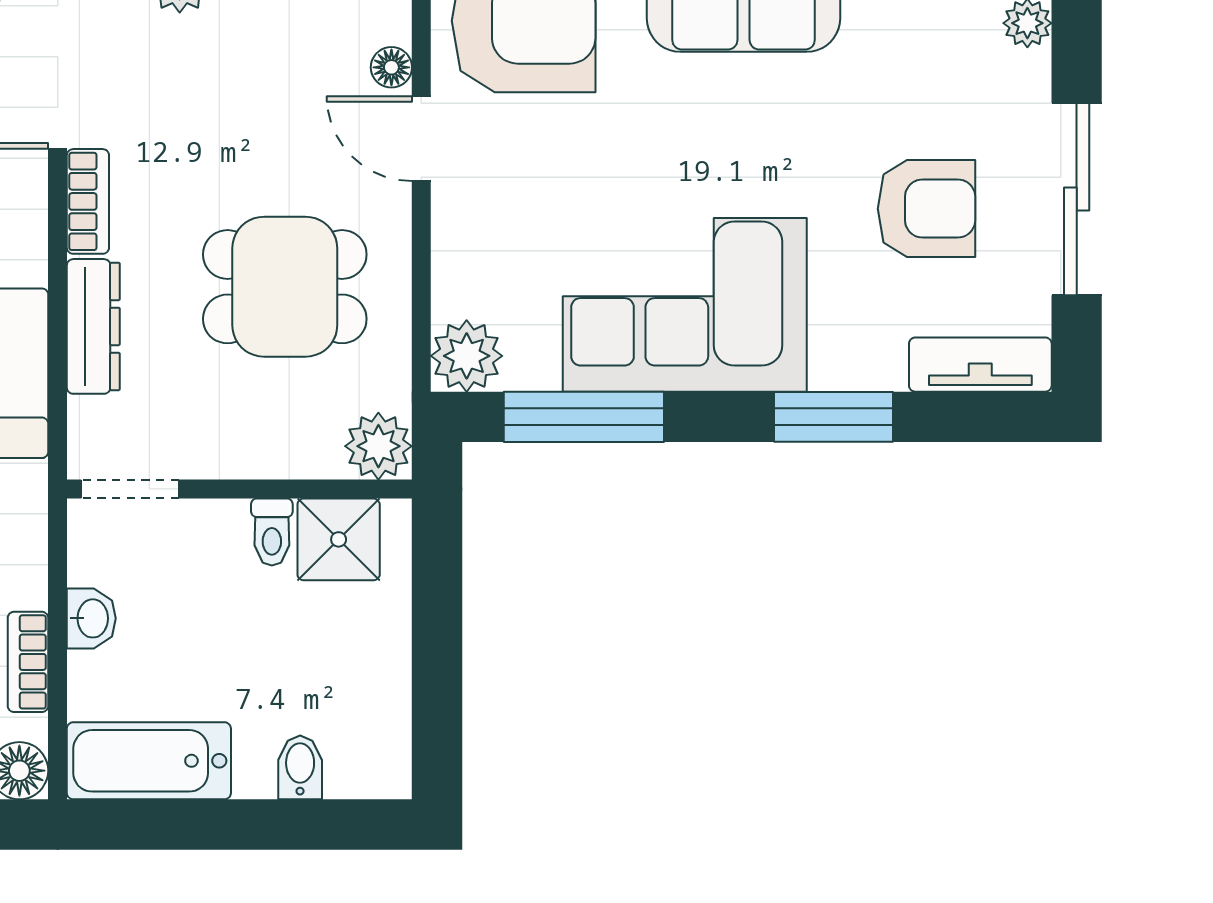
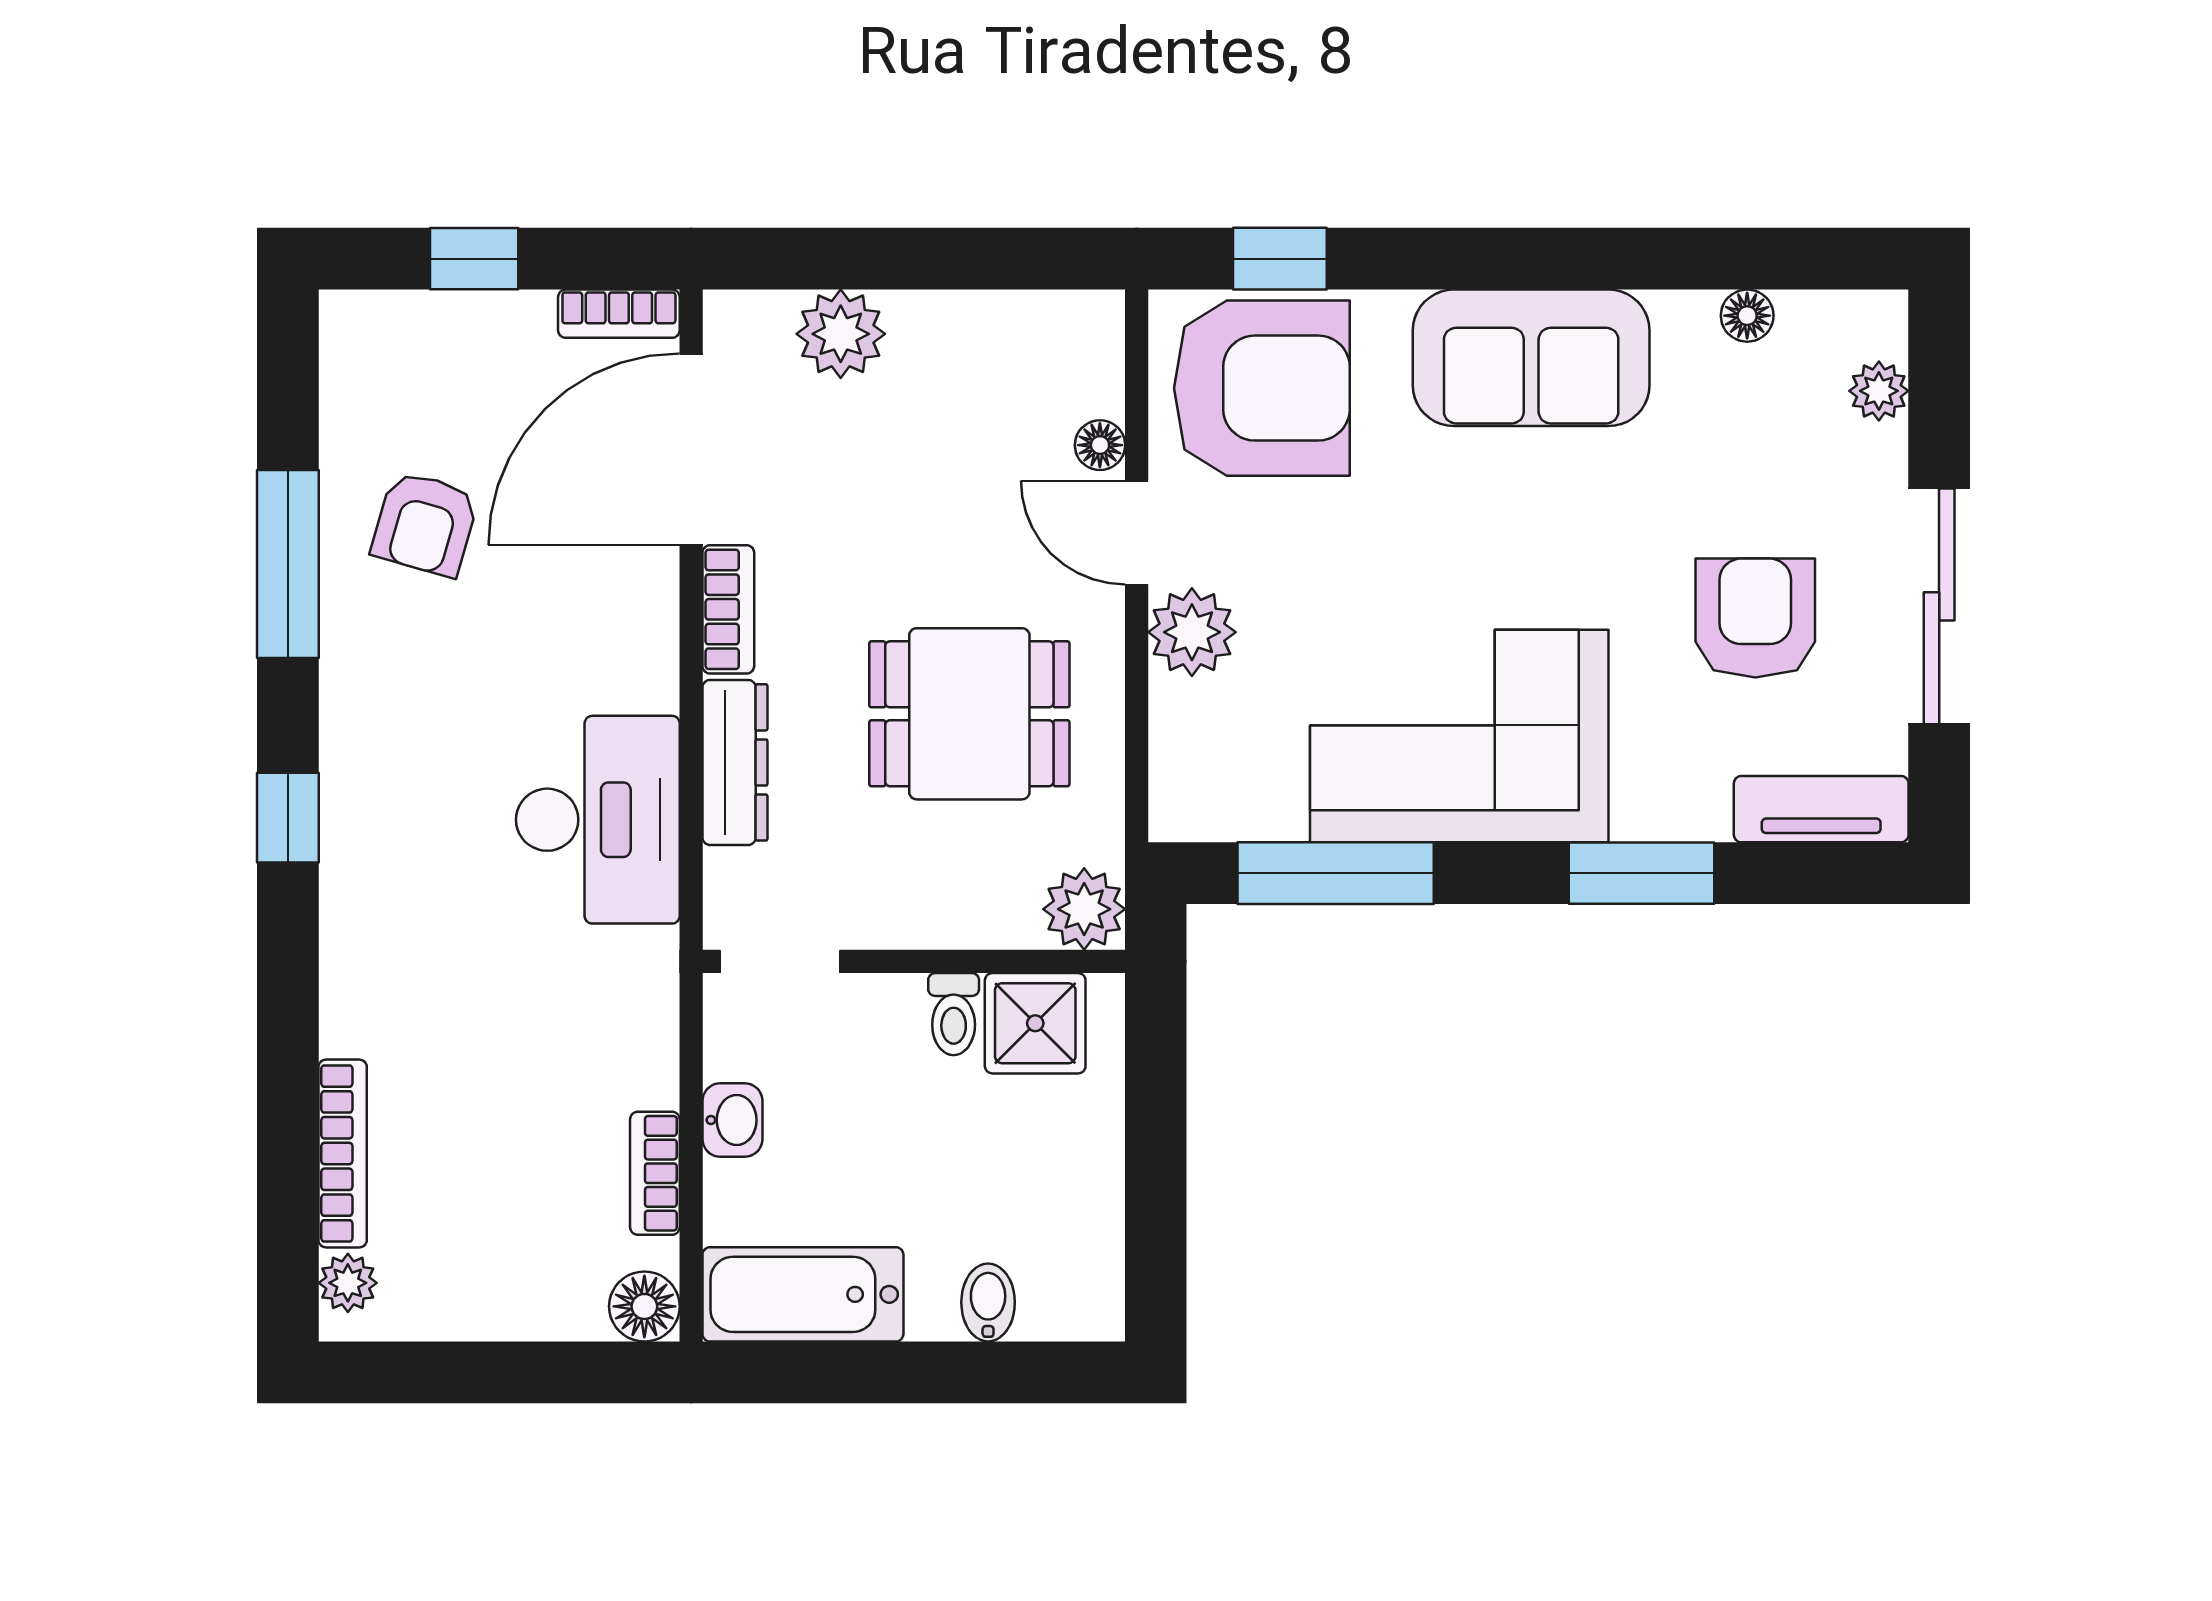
armchair: (927, 209) -> (1755, 618), turned -90
plant: (467, 356) -> (1192, 632), moved

